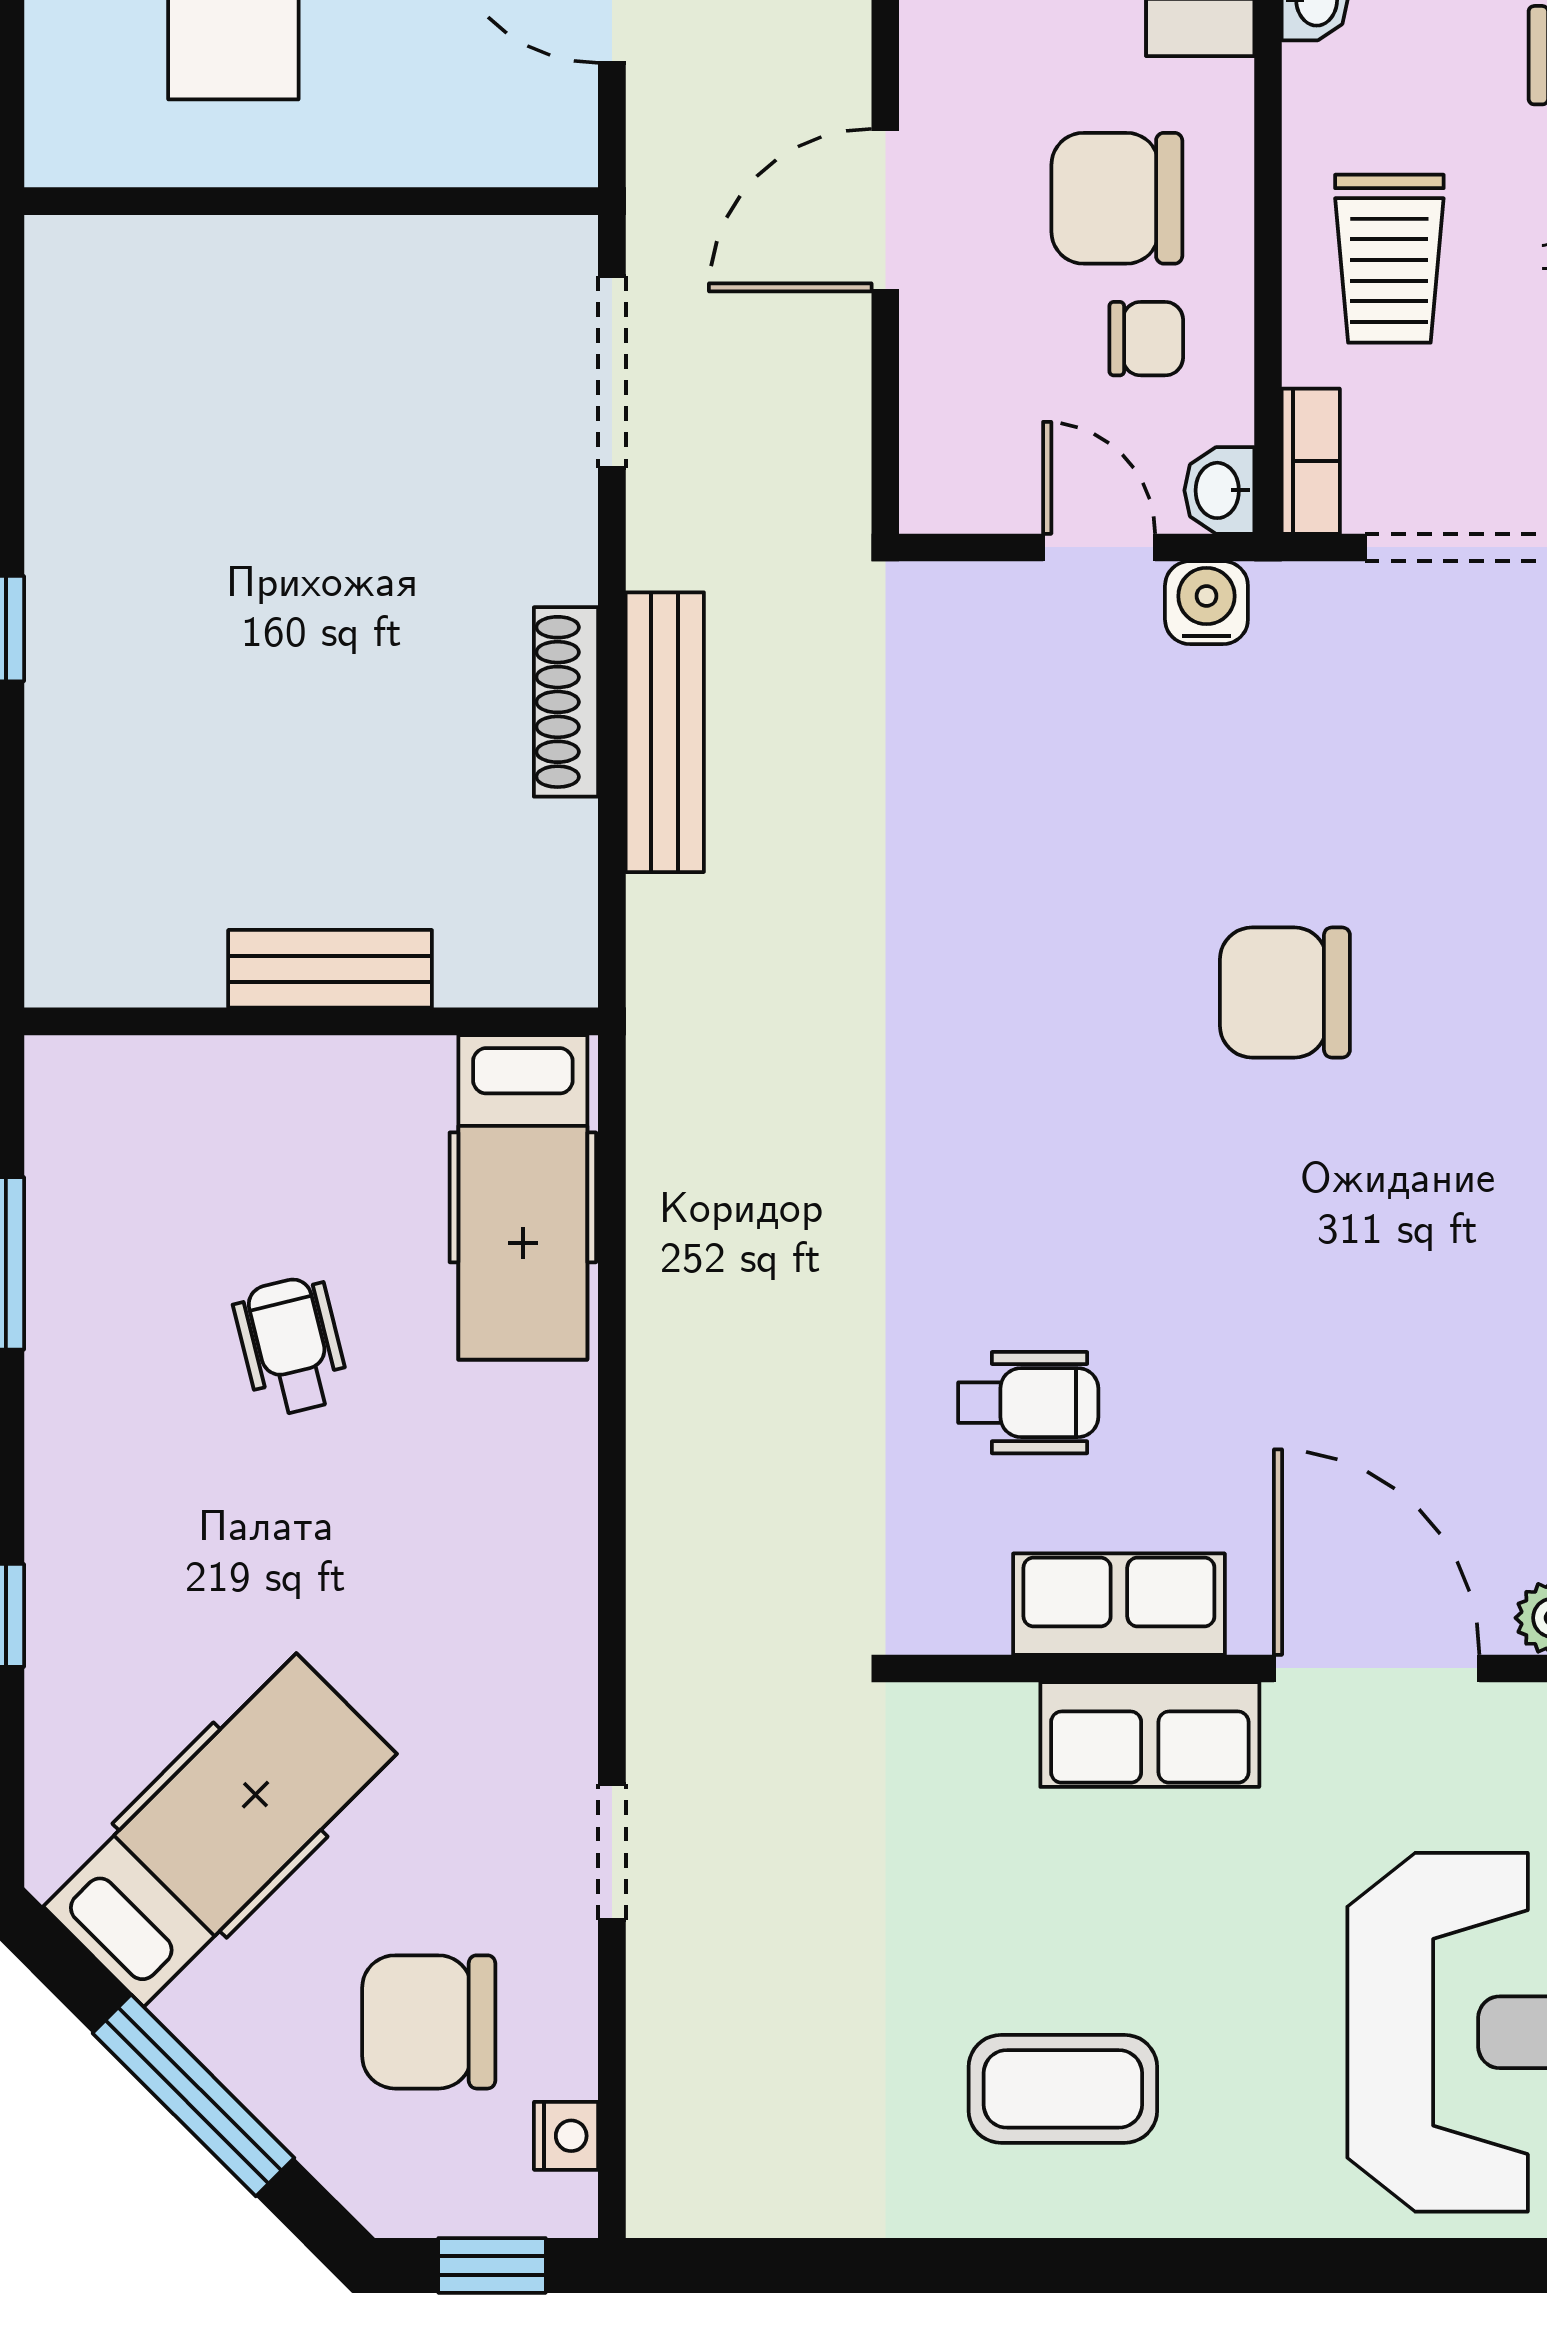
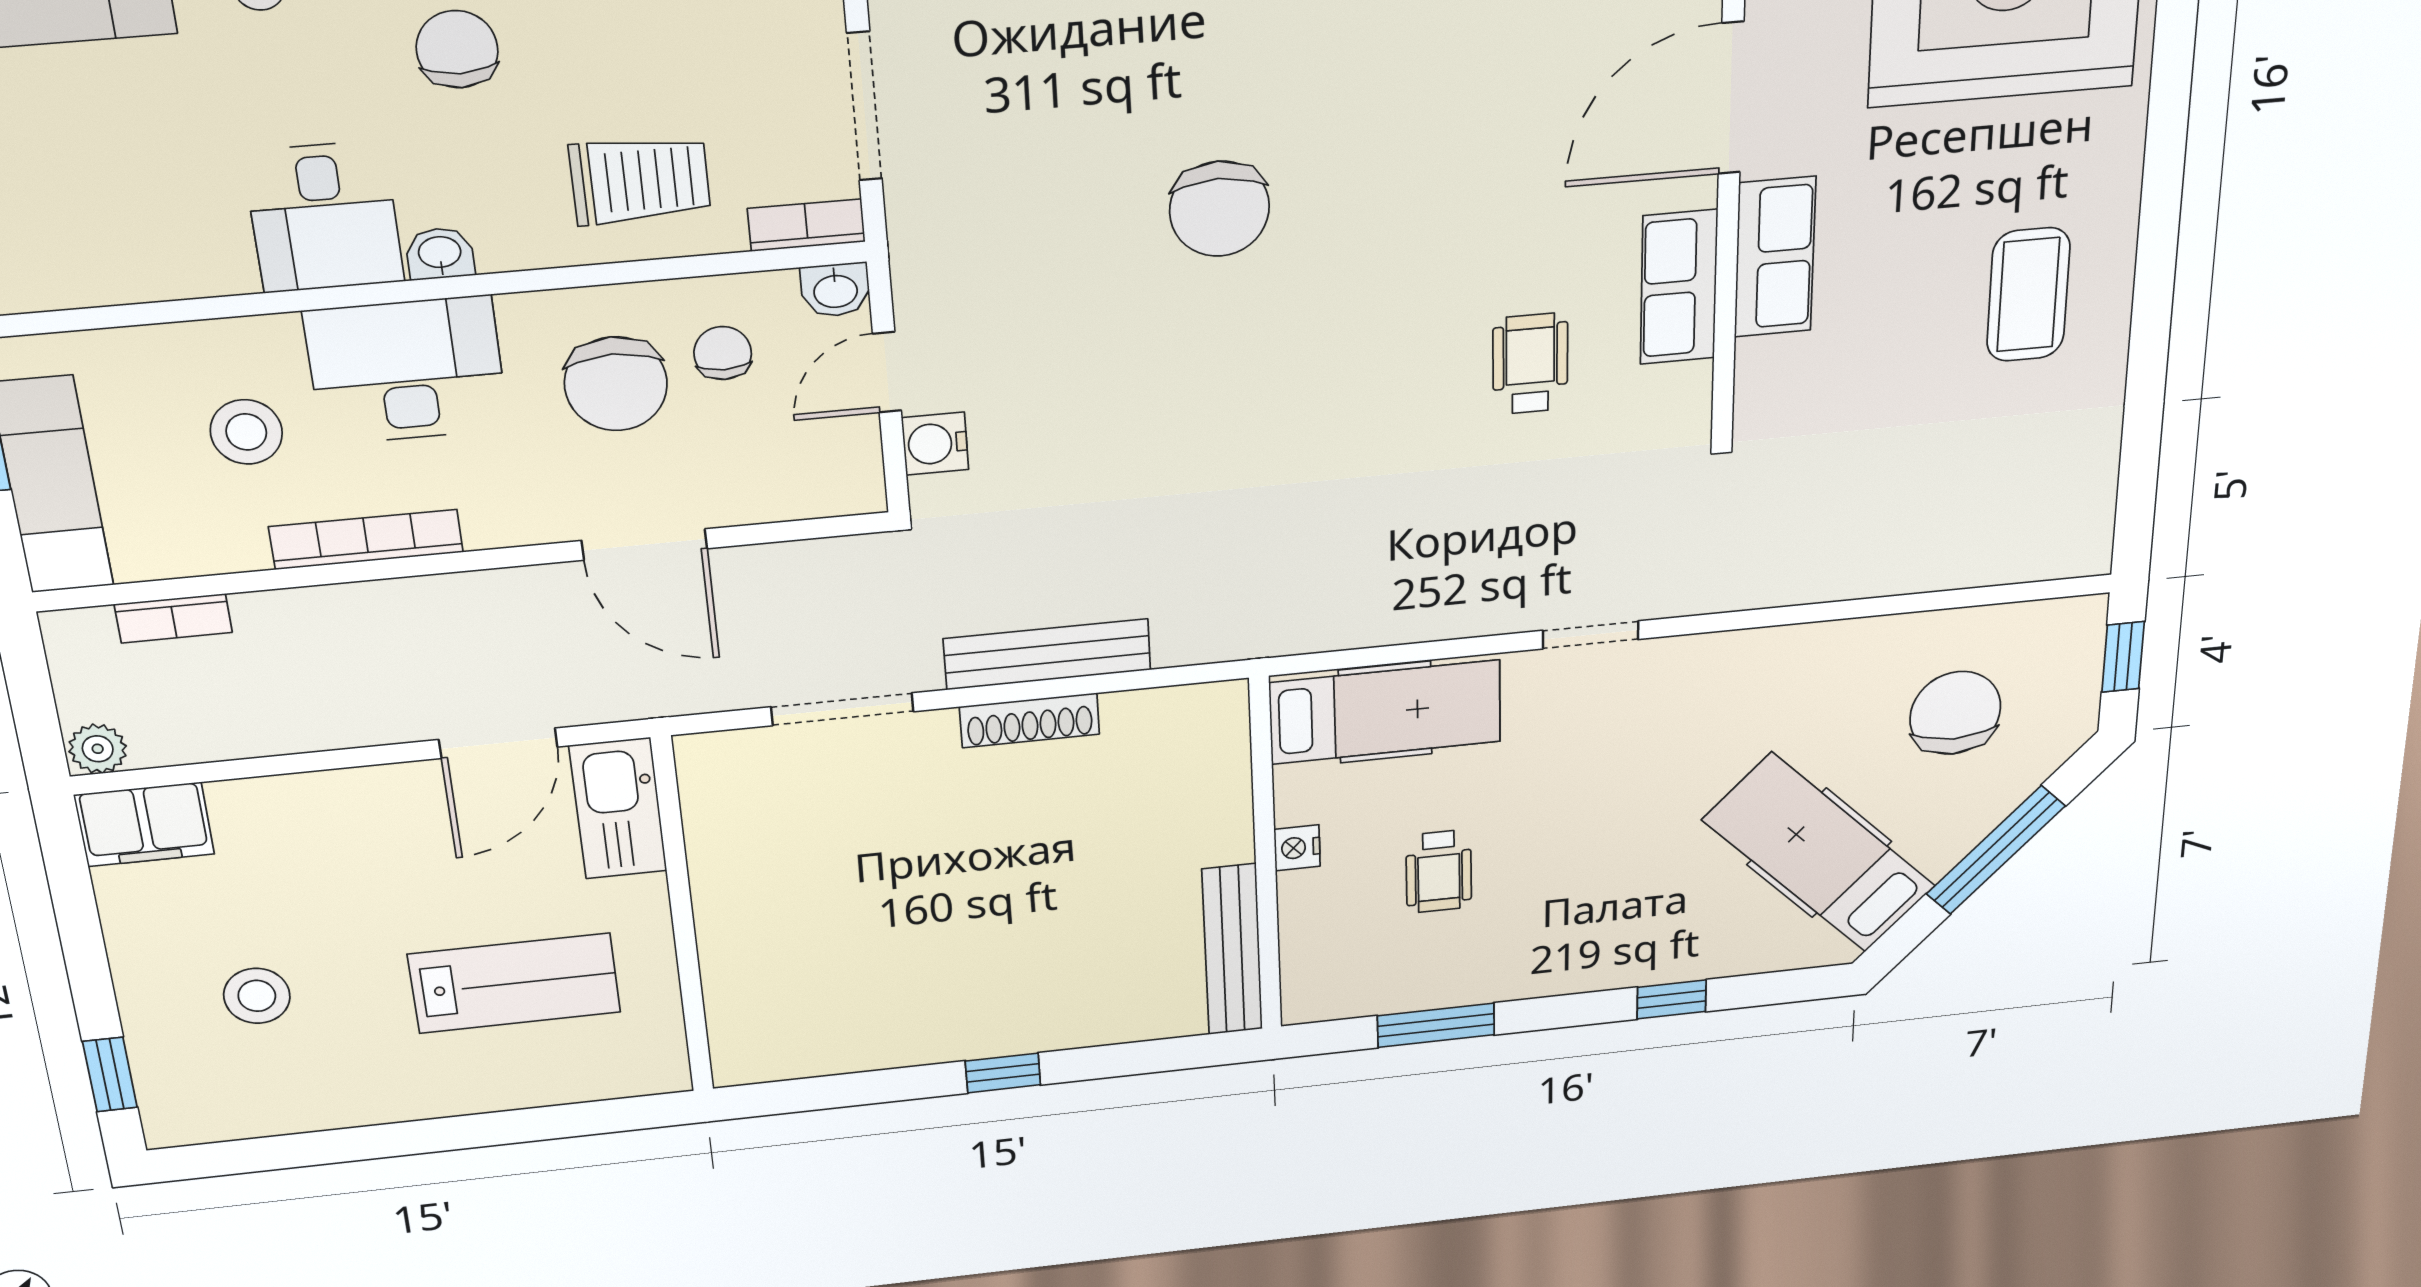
kitchen sink: (494, 132) -> (618, 808), added
doorway: (612, 372) -> (842, 709), moved
water cooler: (1206, 603) -> (935, 444), moved
bench: (330, 969) -> (1232, 950), moved, width x1.36
wheelchair: (291, 1346) -> (1439, 871), moved, turned -76
doorway: (612, 1852) -> (1591, 635), moved
chair: (429, 2022) -> (1955, 713), turned 180
nightstand: (566, 2136) -> (1297, 848), moved, turned -90

